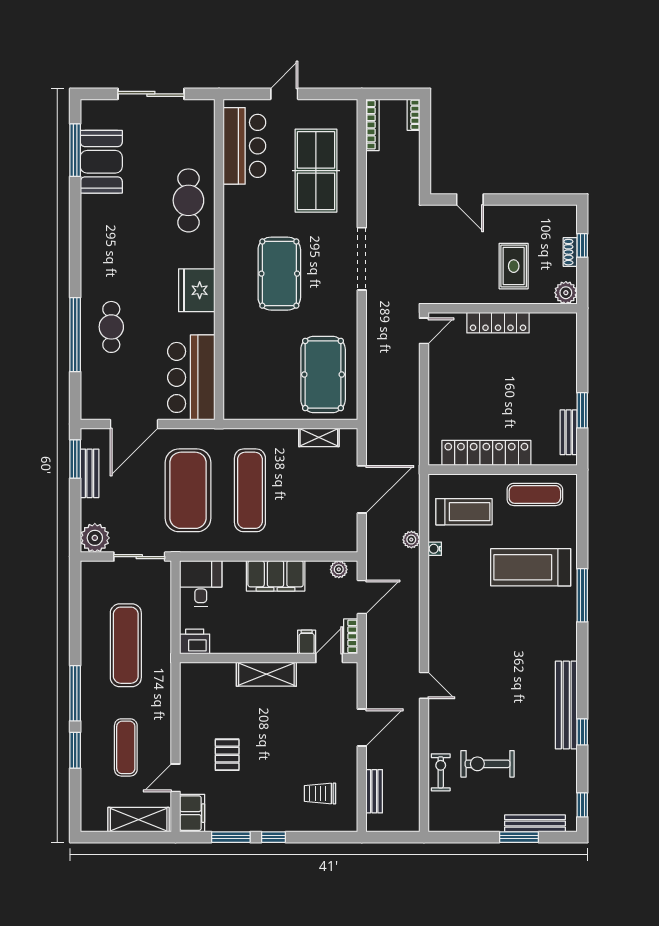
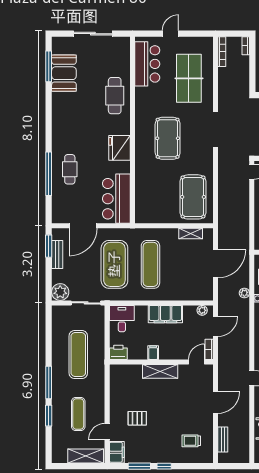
filing cabinet: (307, 642) -> (153, 353), moved
pallet: (227, 755) -> (137, 418), turned 90

